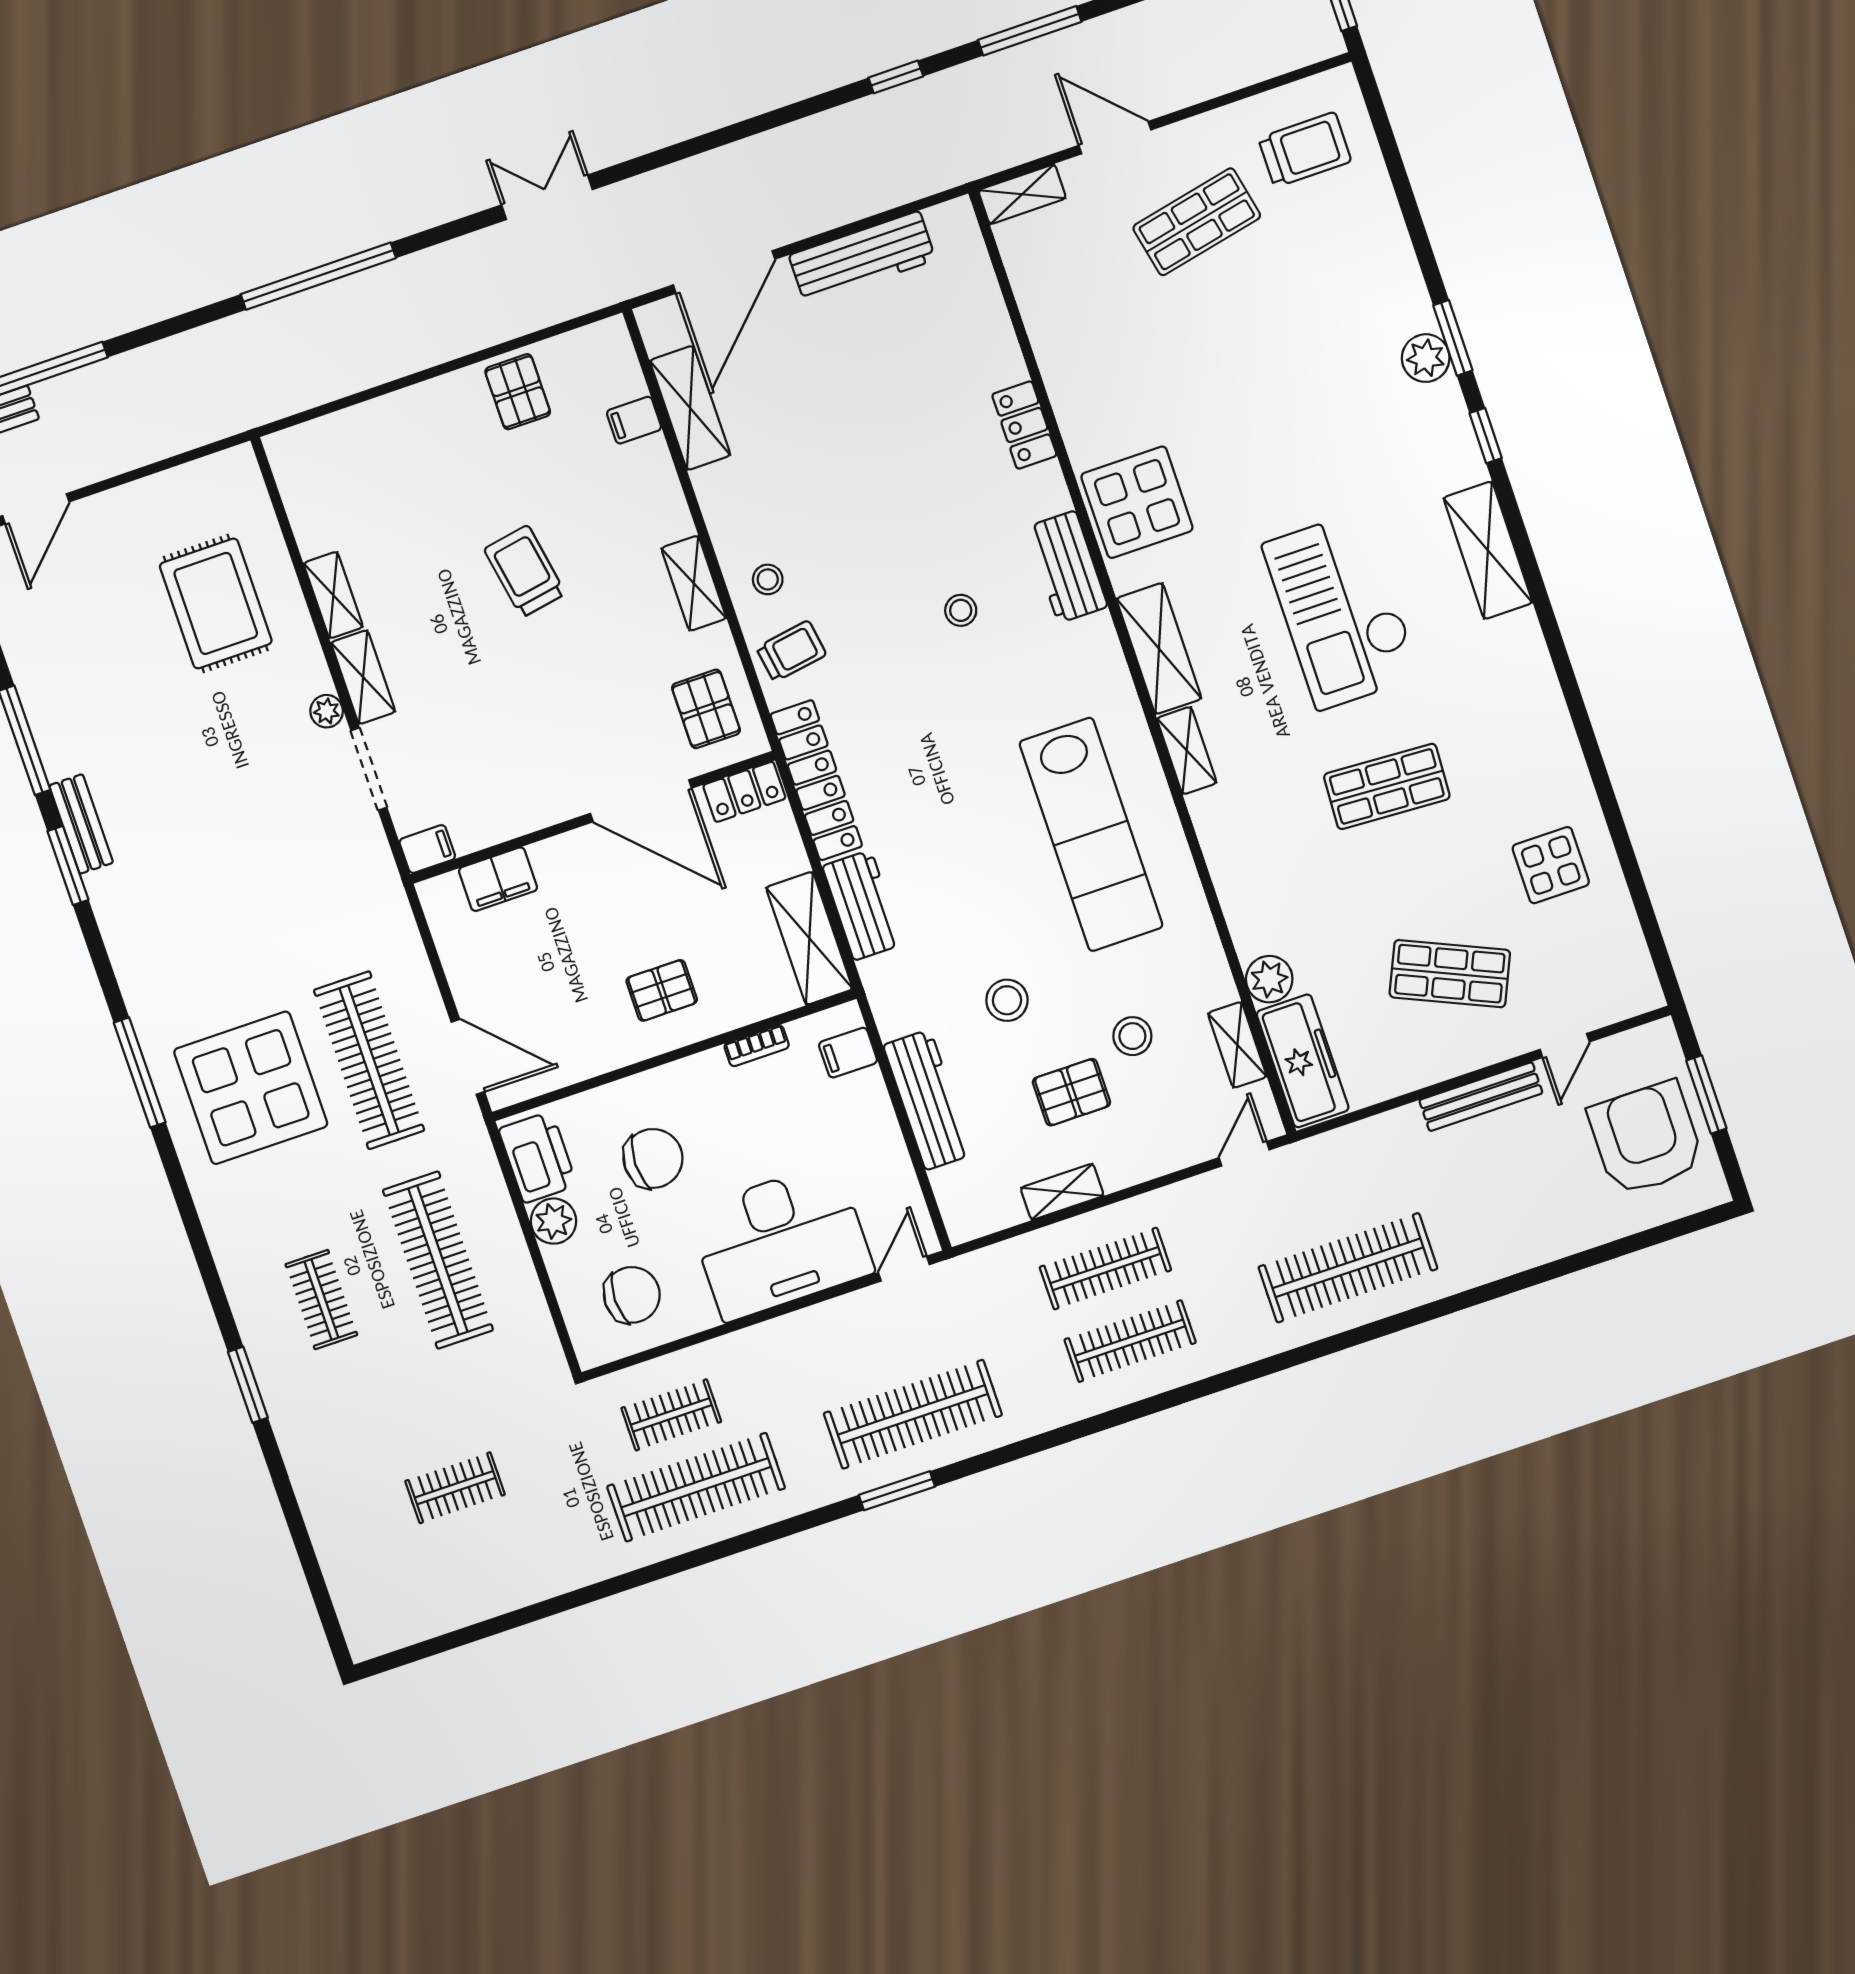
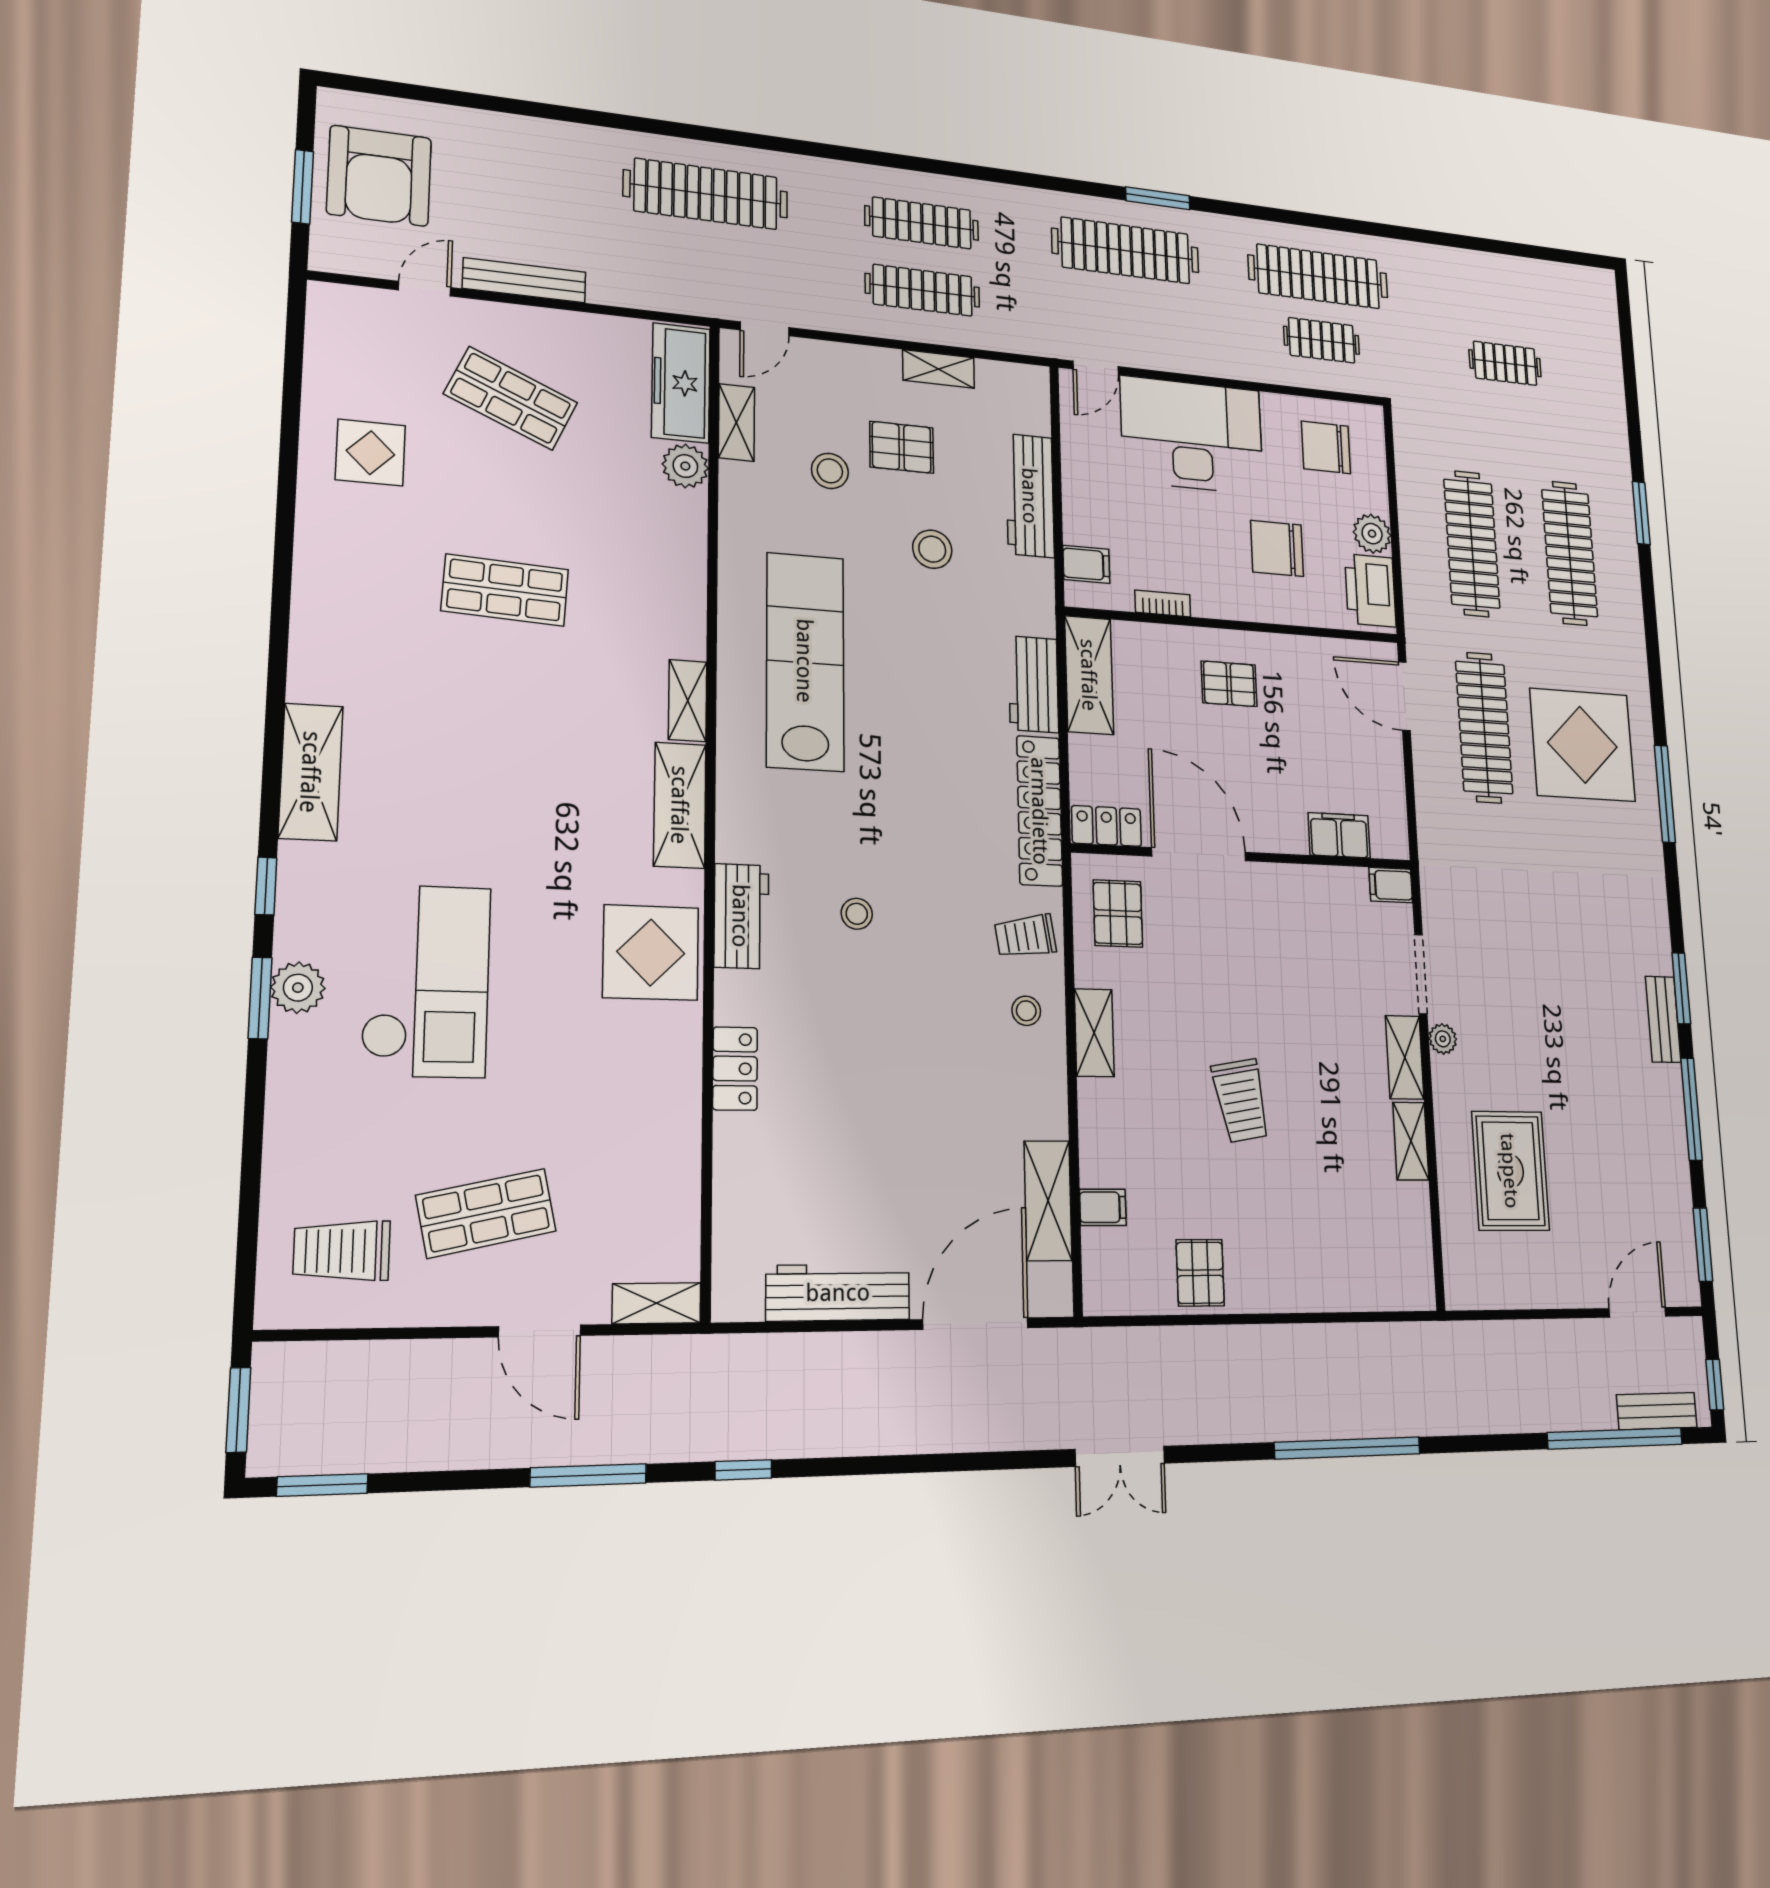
checkout: (1341, 610) -> (426, 981), moved
clothes rail: (321, 1300) -> (1570, 553), width x1.86, depth x1.31

